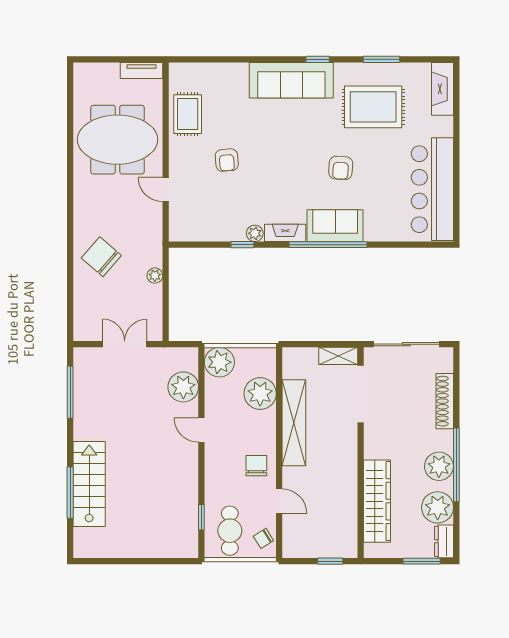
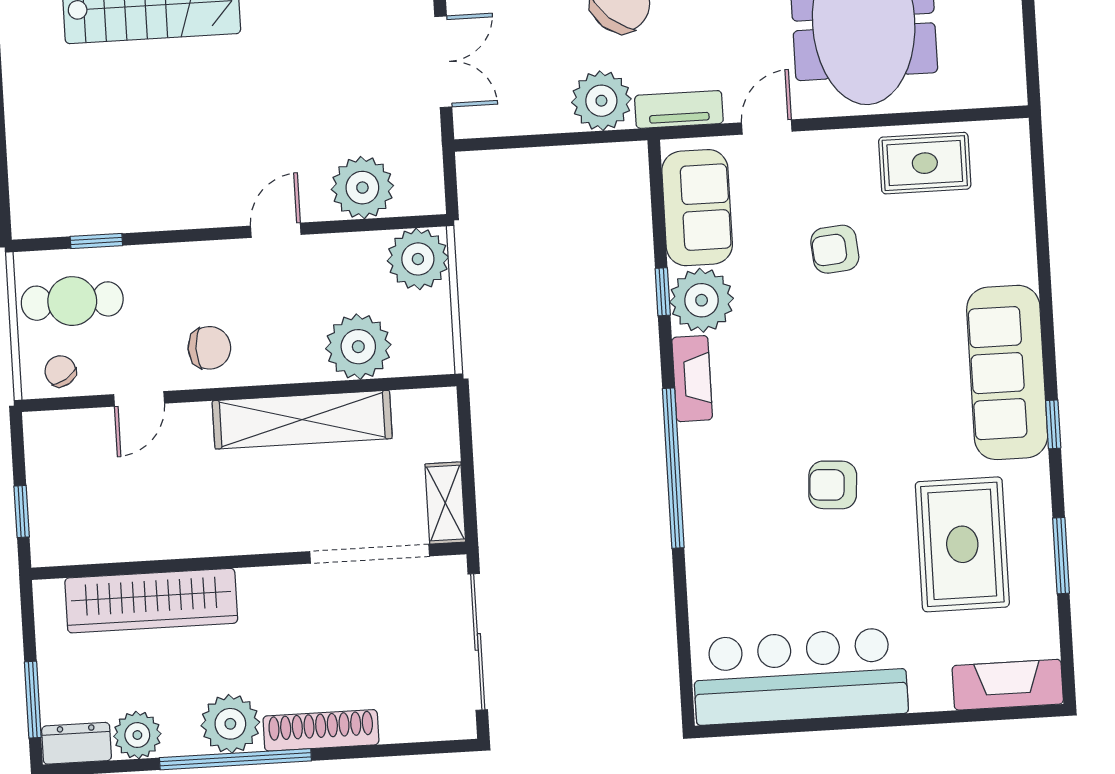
tv unit: (141, 71) -> (679, 109), moved, turned 90
sofa: (335, 226) -> (697, 208), moved
plant: (255, 233) -> (702, 300), width x1.87, depth x1.87
plant: (155, 276) -> (601, 101), width x1.87, depth x1.87
shoe rack: (445, 401) -> (321, 730), moved
plant: (438, 507) -> (137, 735), width x0.73, depth x0.73

